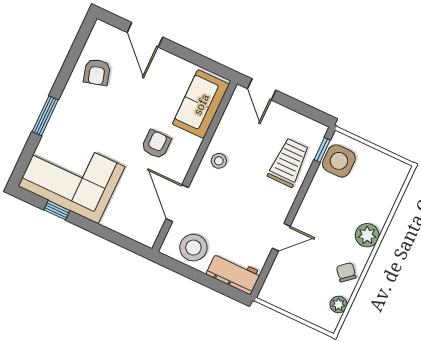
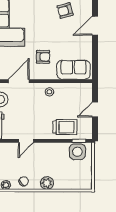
door: (262, 89) -> (95, 110), moved
door: (281, 237) -> (26, 141), hinge flipped

